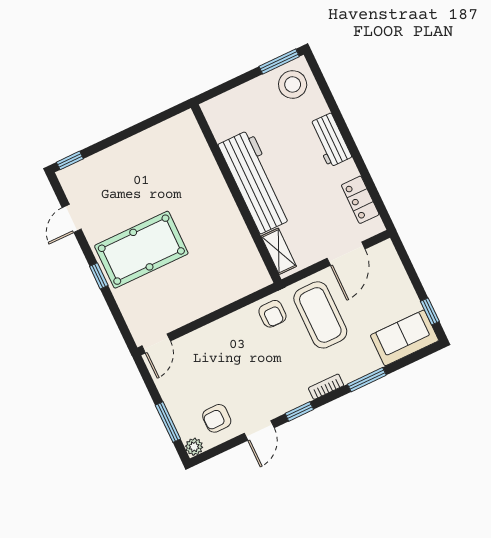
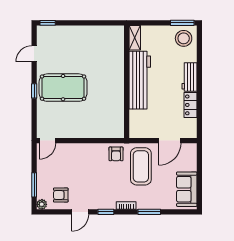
locker: (360, 200) -> (190, 105), moved
shelving: (279, 251) -> (135, 38), moved
window: (430, 311) -> (199, 192), removed
sofa: (404, 338) -> (187, 189), moved, turned -90

